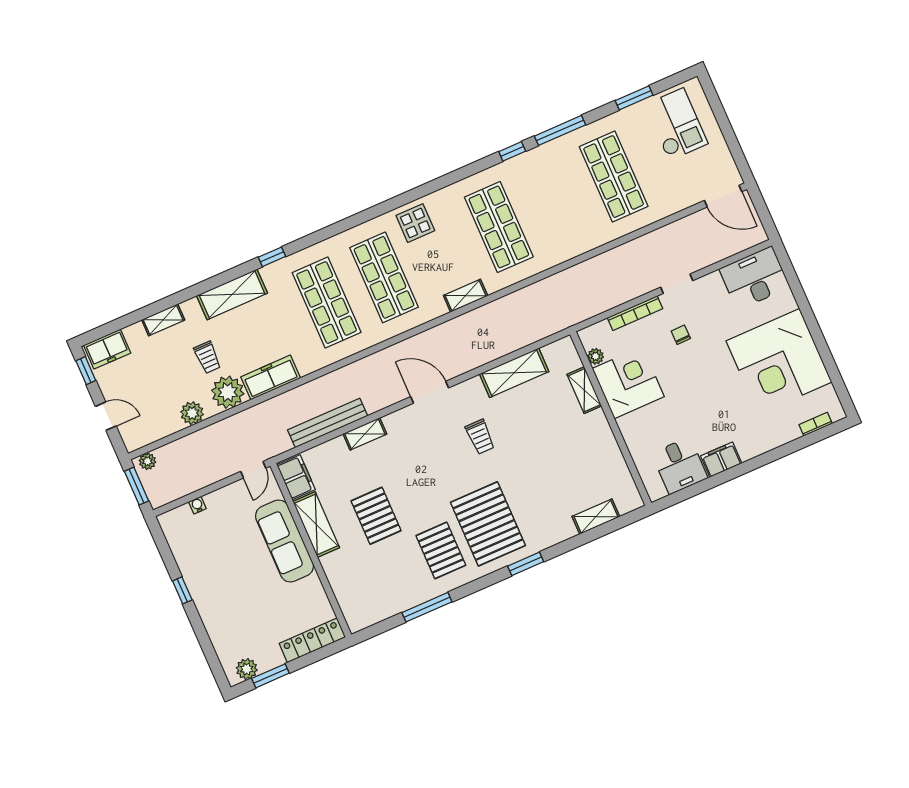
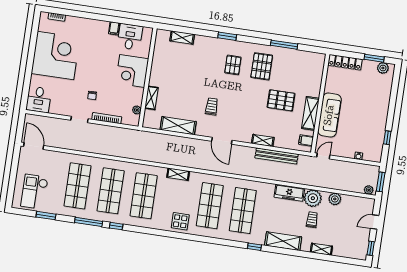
shop shelf: (556, 202) -> (111, 191), added
desk: (754, 278) -> (39, 99), width x0.73
freezer: (107, 349) -> (355, 252), removed
corner desk: (628, 383) -> (132, 71), moved
door: (106, 416) -> (375, 222), hinge flipped
filing cabinet: (721, 460) -> (114, 28), width x0.50
filing cabinet: (296, 477) -> (306, 140), width x0.50
pallet: (376, 516) -> (281, 100), turned 90
pallet: (488, 524) -> (233, 65), width x0.49, depth x0.50
window: (182, 590) -> (387, 138), moved

